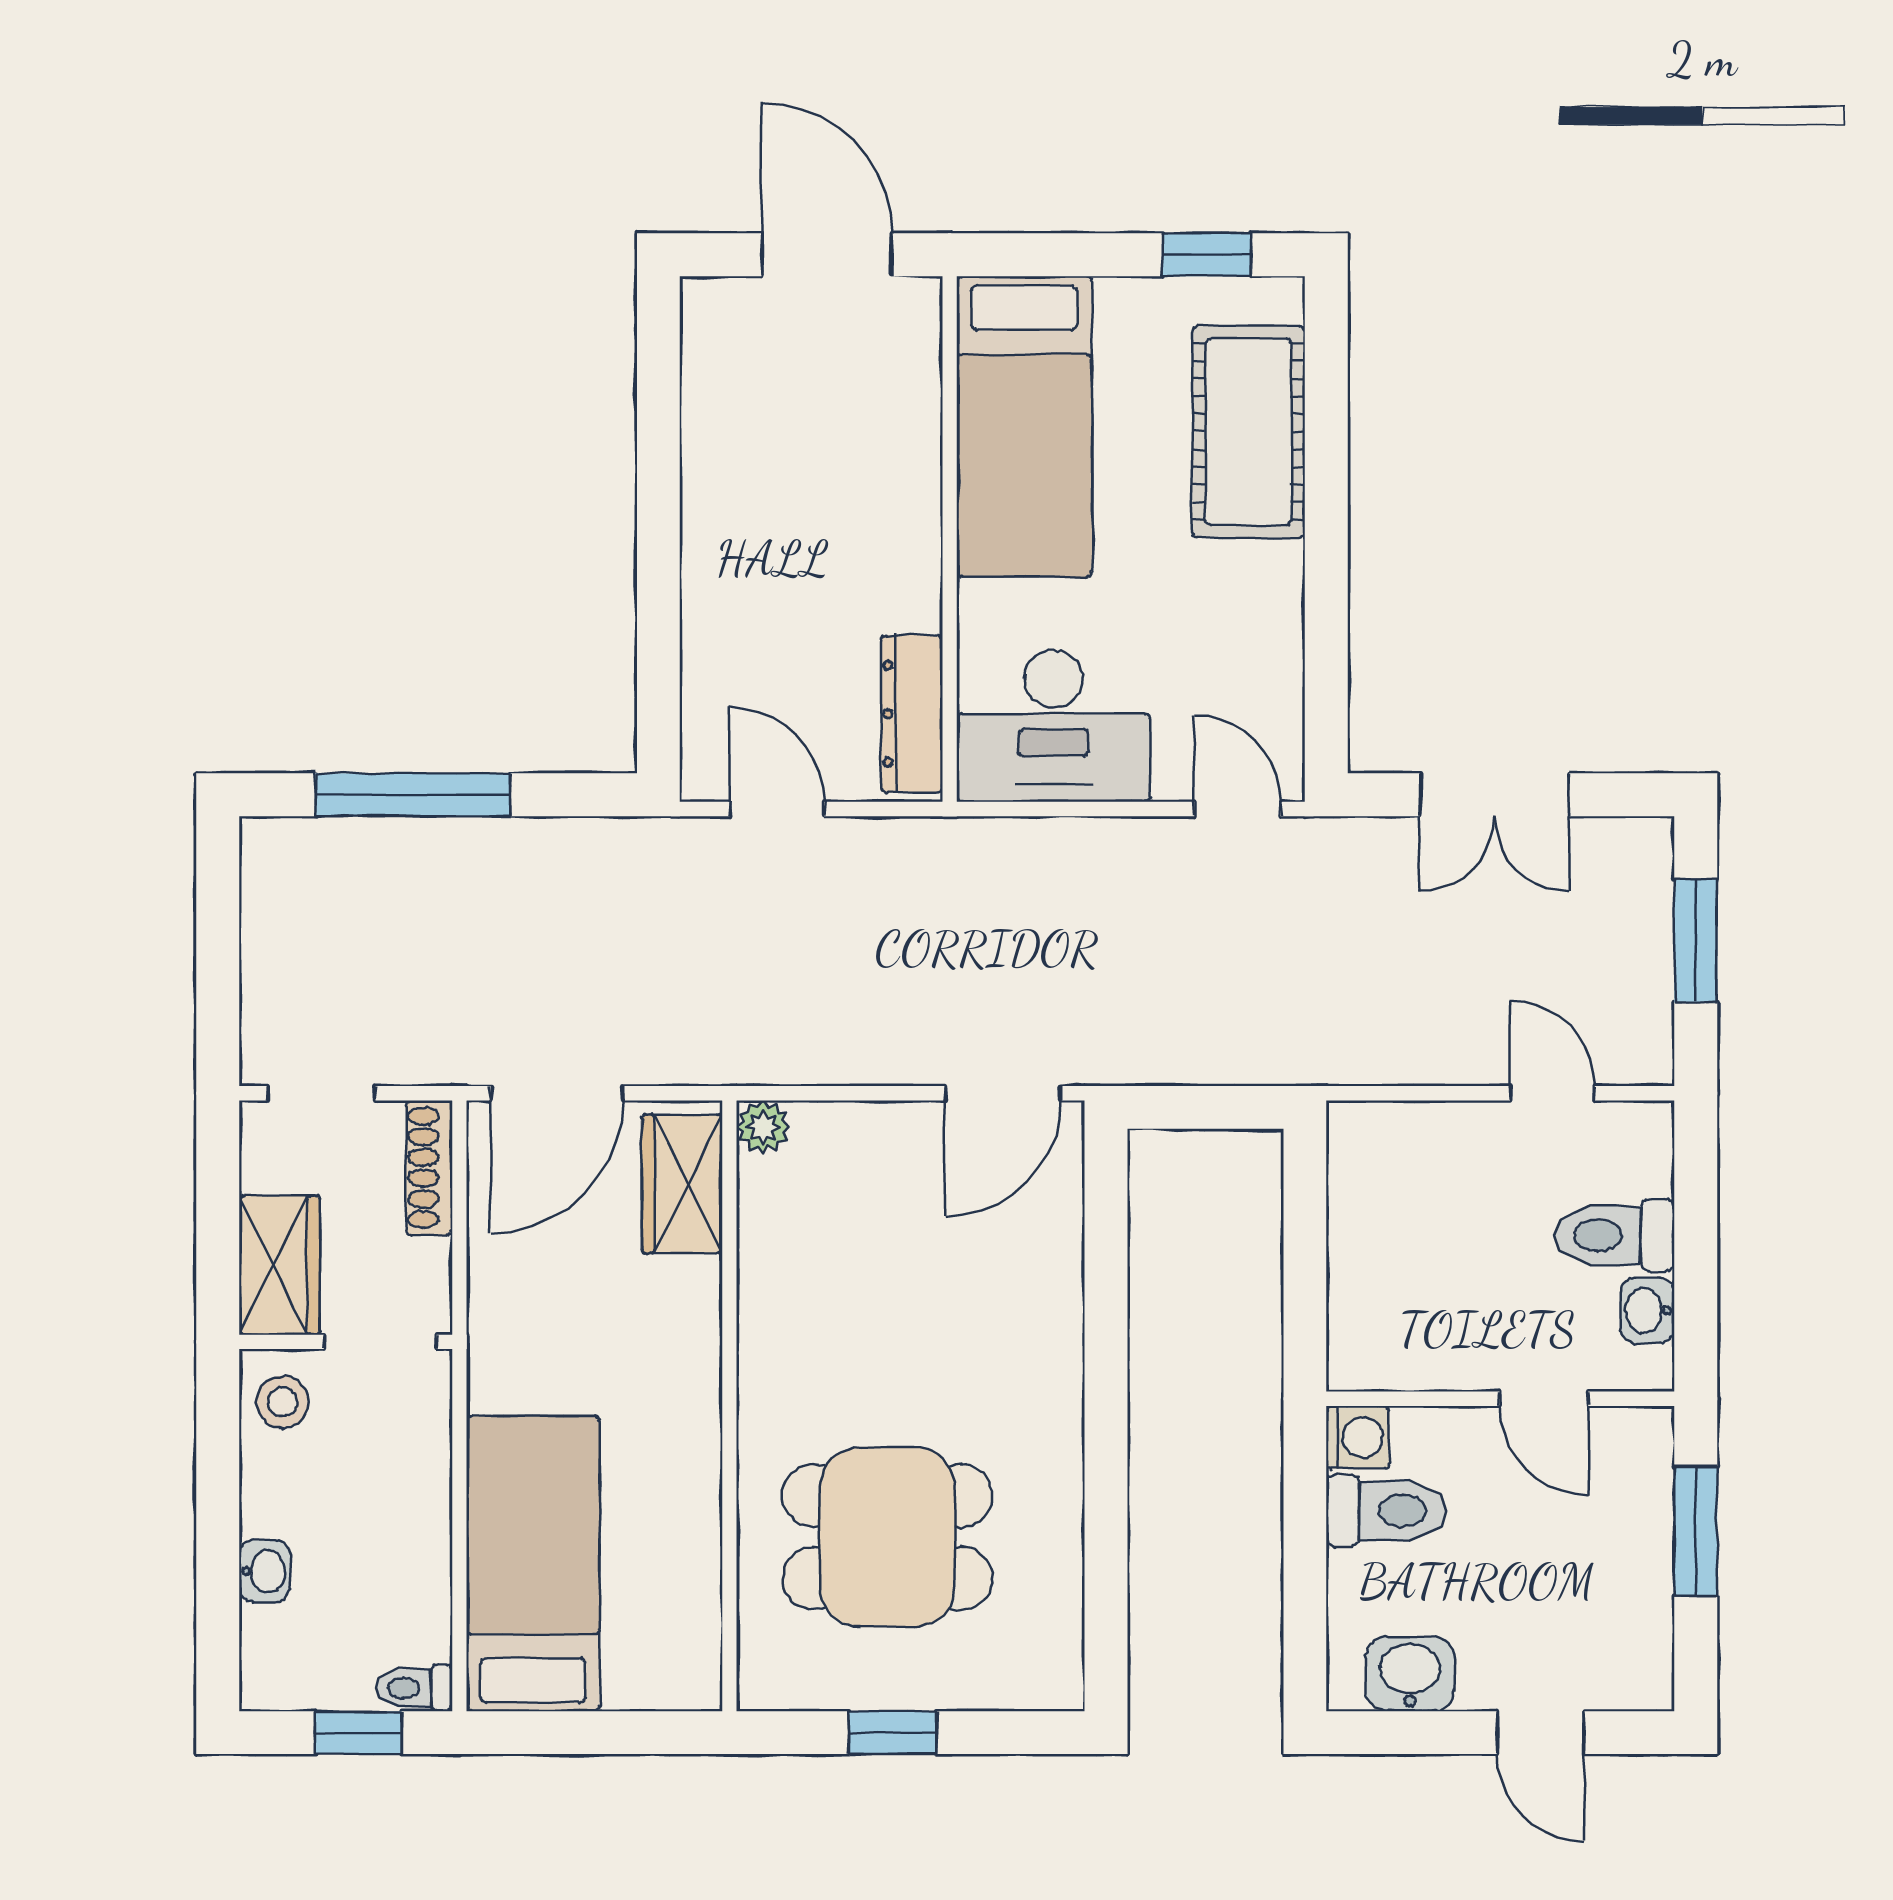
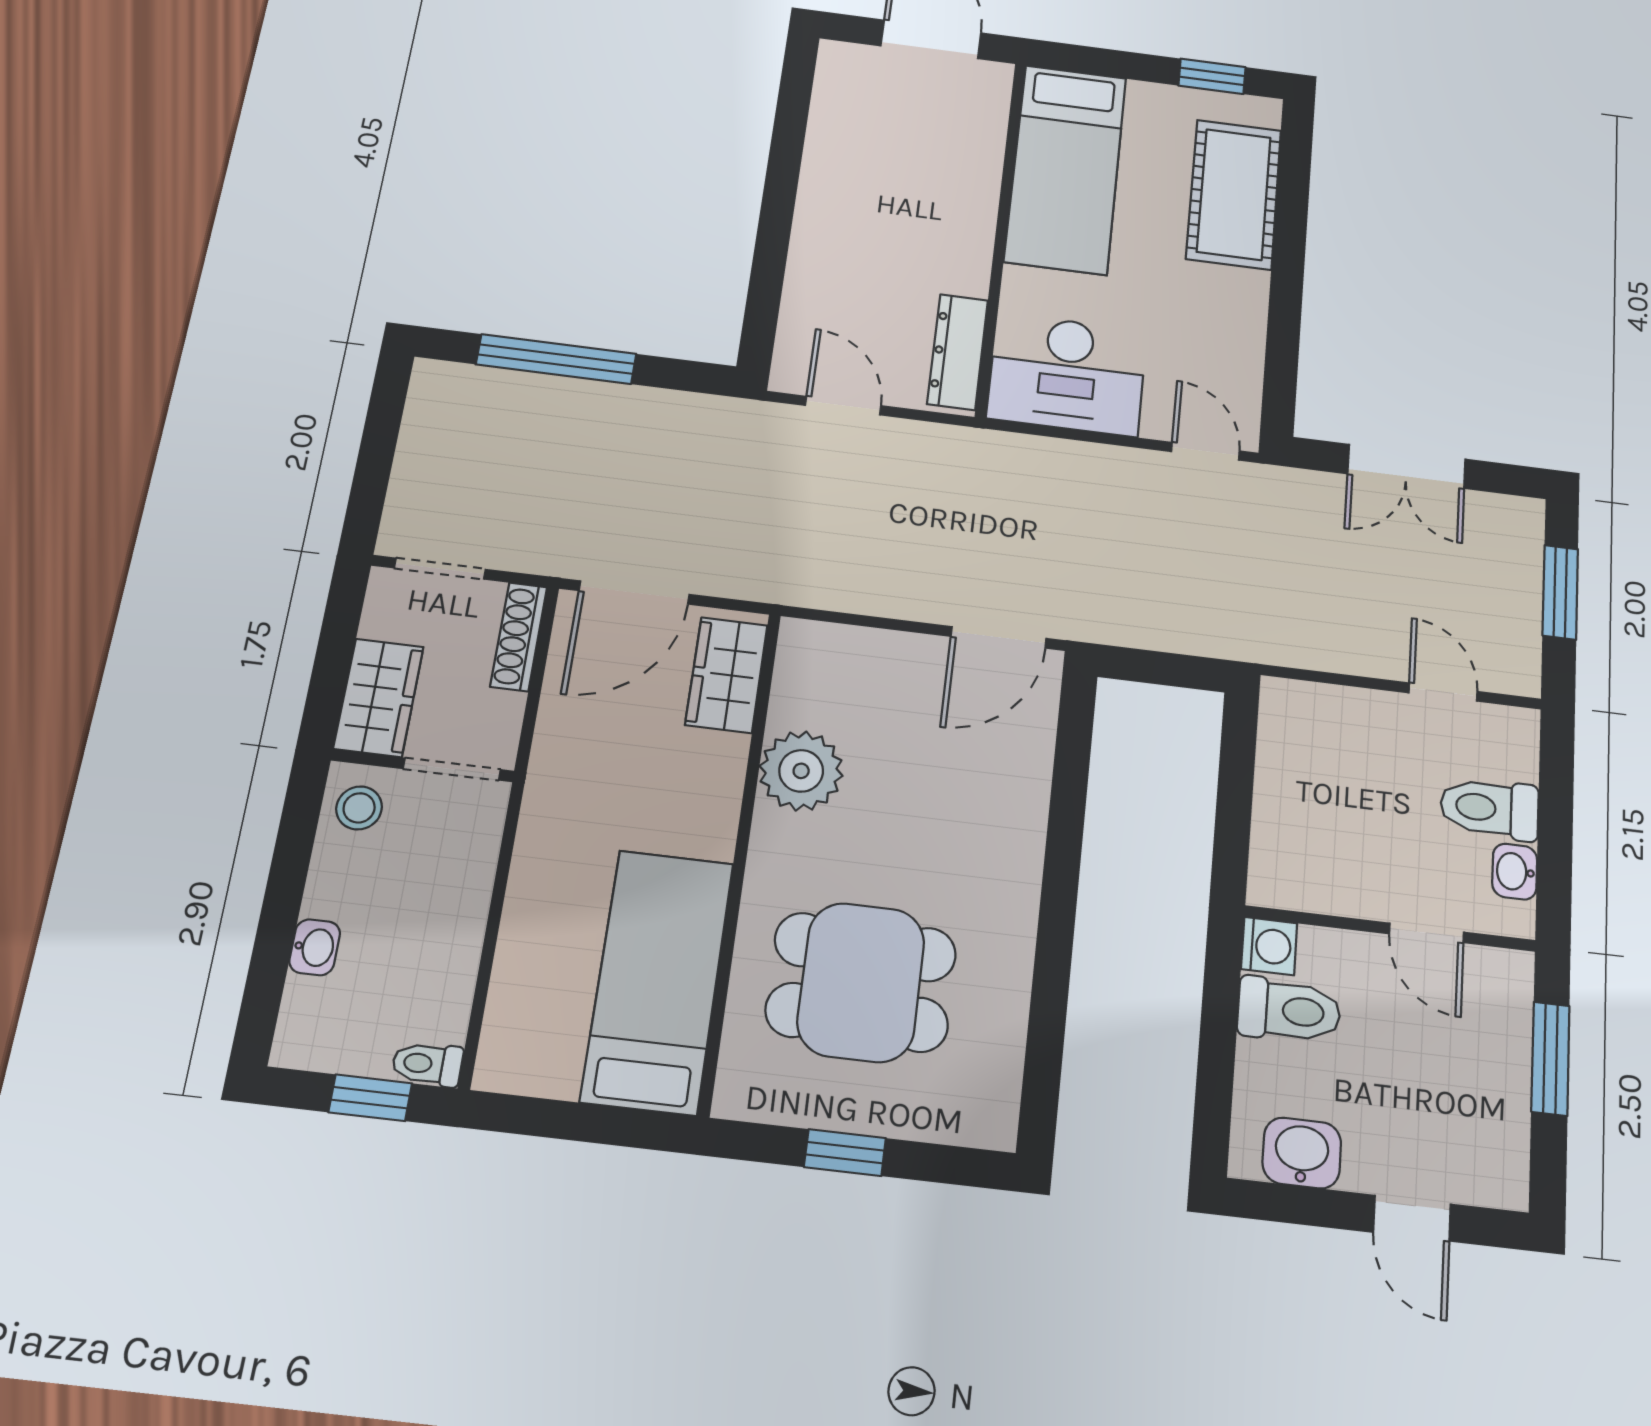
plant: (763, 1127) -> (801, 771), moved, width x1.88, depth x1.88
bed: (533, 1564) -> (658, 981), moved

